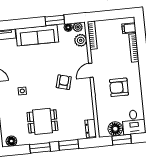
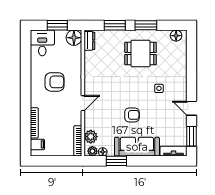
armchair: (64, 82) -> (132, 115), moved, turned -105
floor lamp: (115, 129) -> (74, 38), moved

